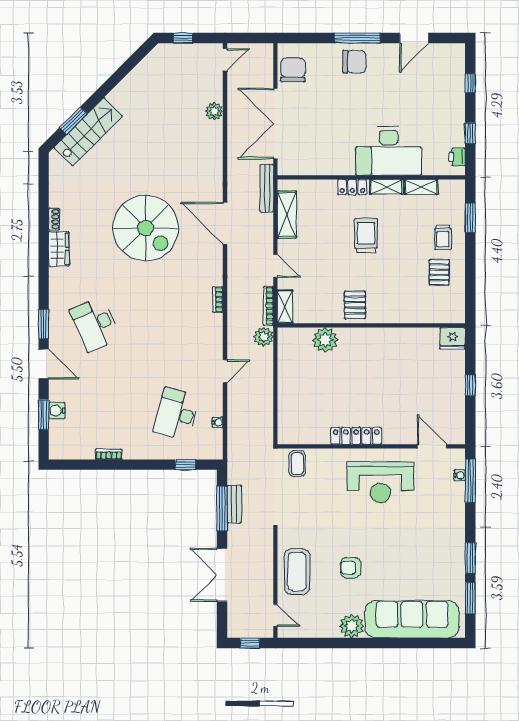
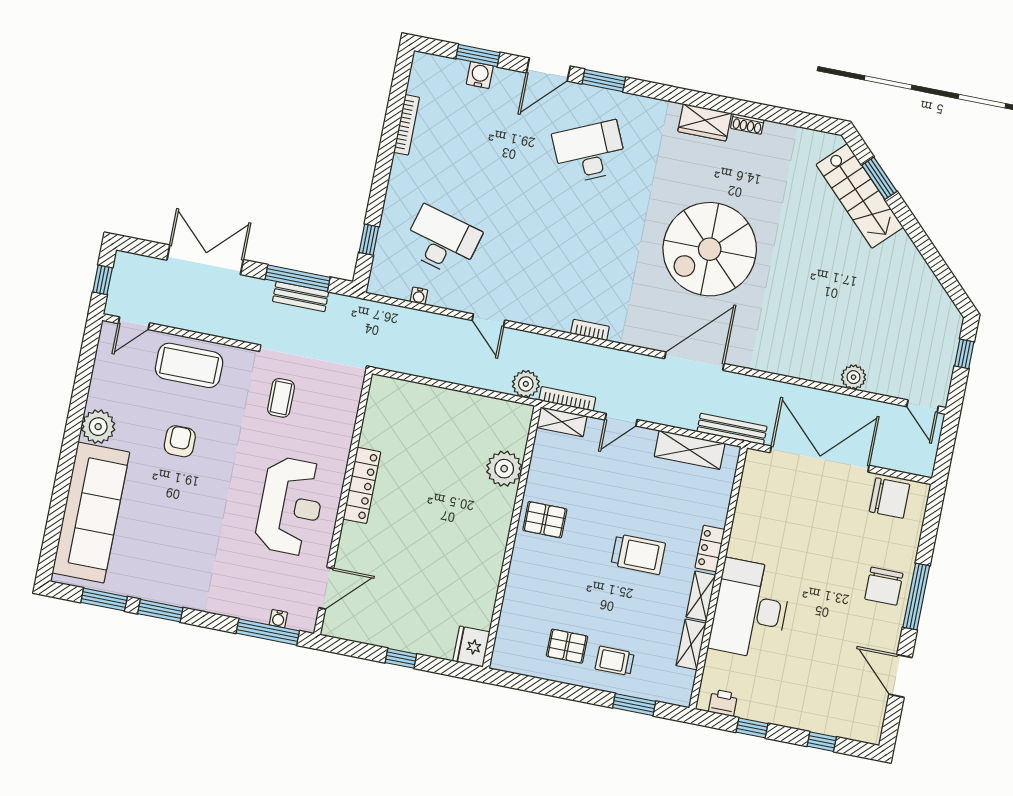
bookcase: (109, 454) -> (407, 125), width x1.56
coffee table: (297, 464) -> (281, 398), moved, turned 90
reception desk: (380, 482) -> (290, 506), turned 180

